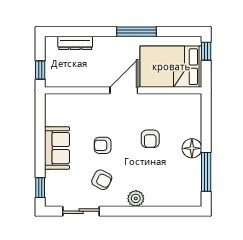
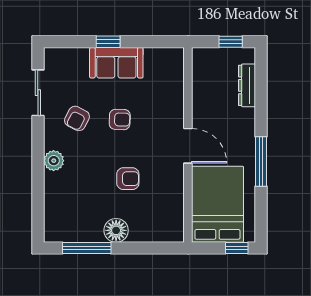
window: (40, 70) -> (231, 42), moved
armchair: (150, 139) -> (128, 179), turned 180
armchair: (103, 145) -> (120, 119), turned 92
window: (40, 188) -> (108, 42), moved

